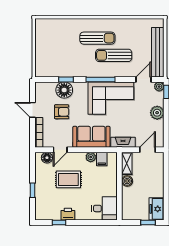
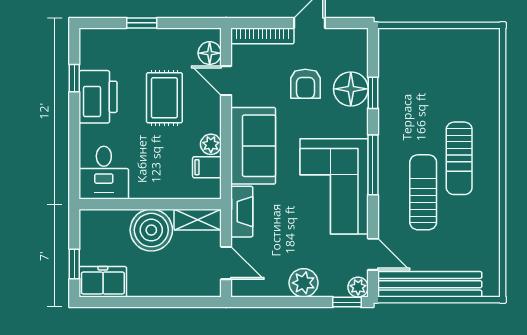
boiler: (127, 181) -> (151, 230), width x1.86, depth x1.86
printer: (68, 214) -> (98, 97), width x1.87, depth x1.48

